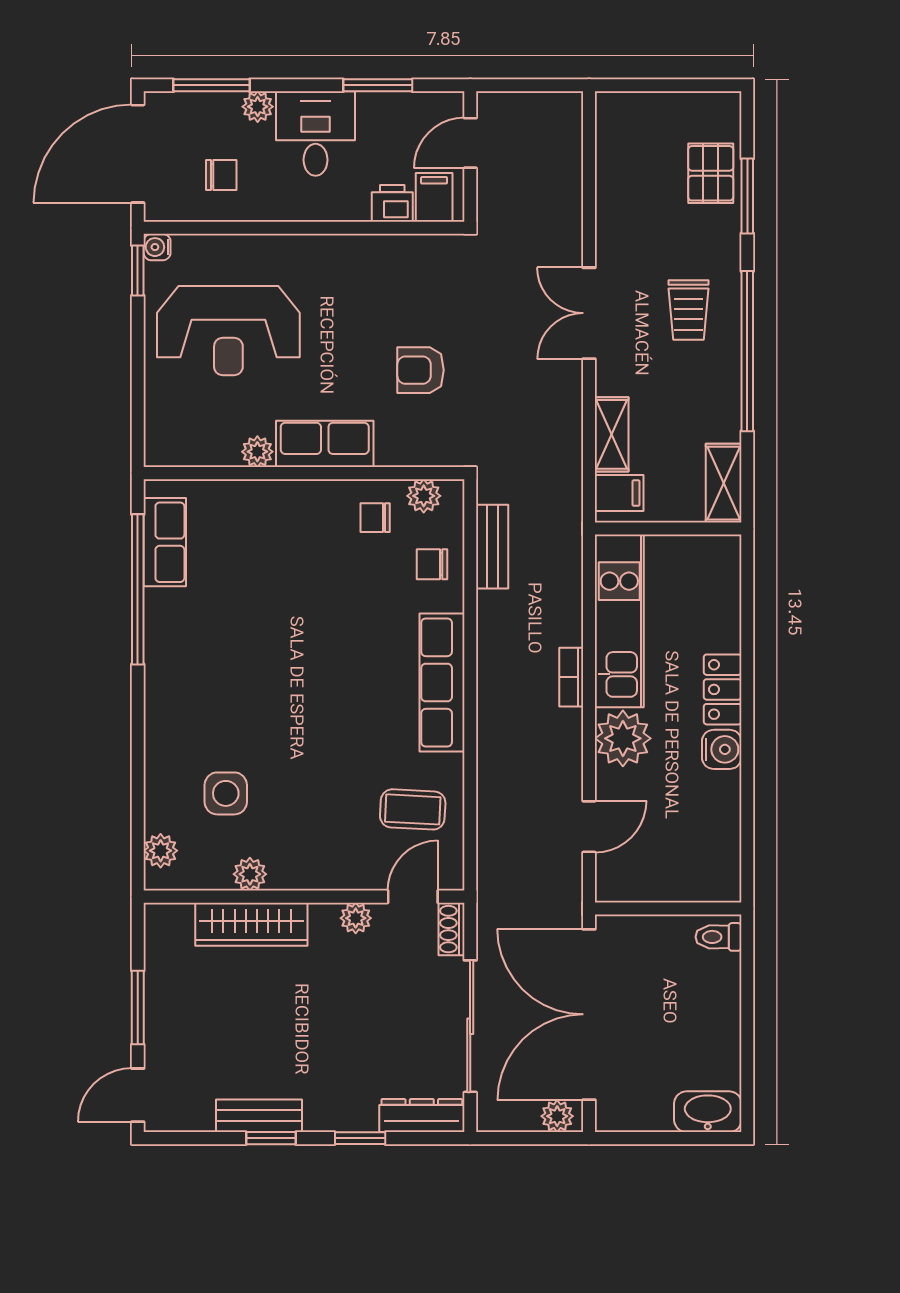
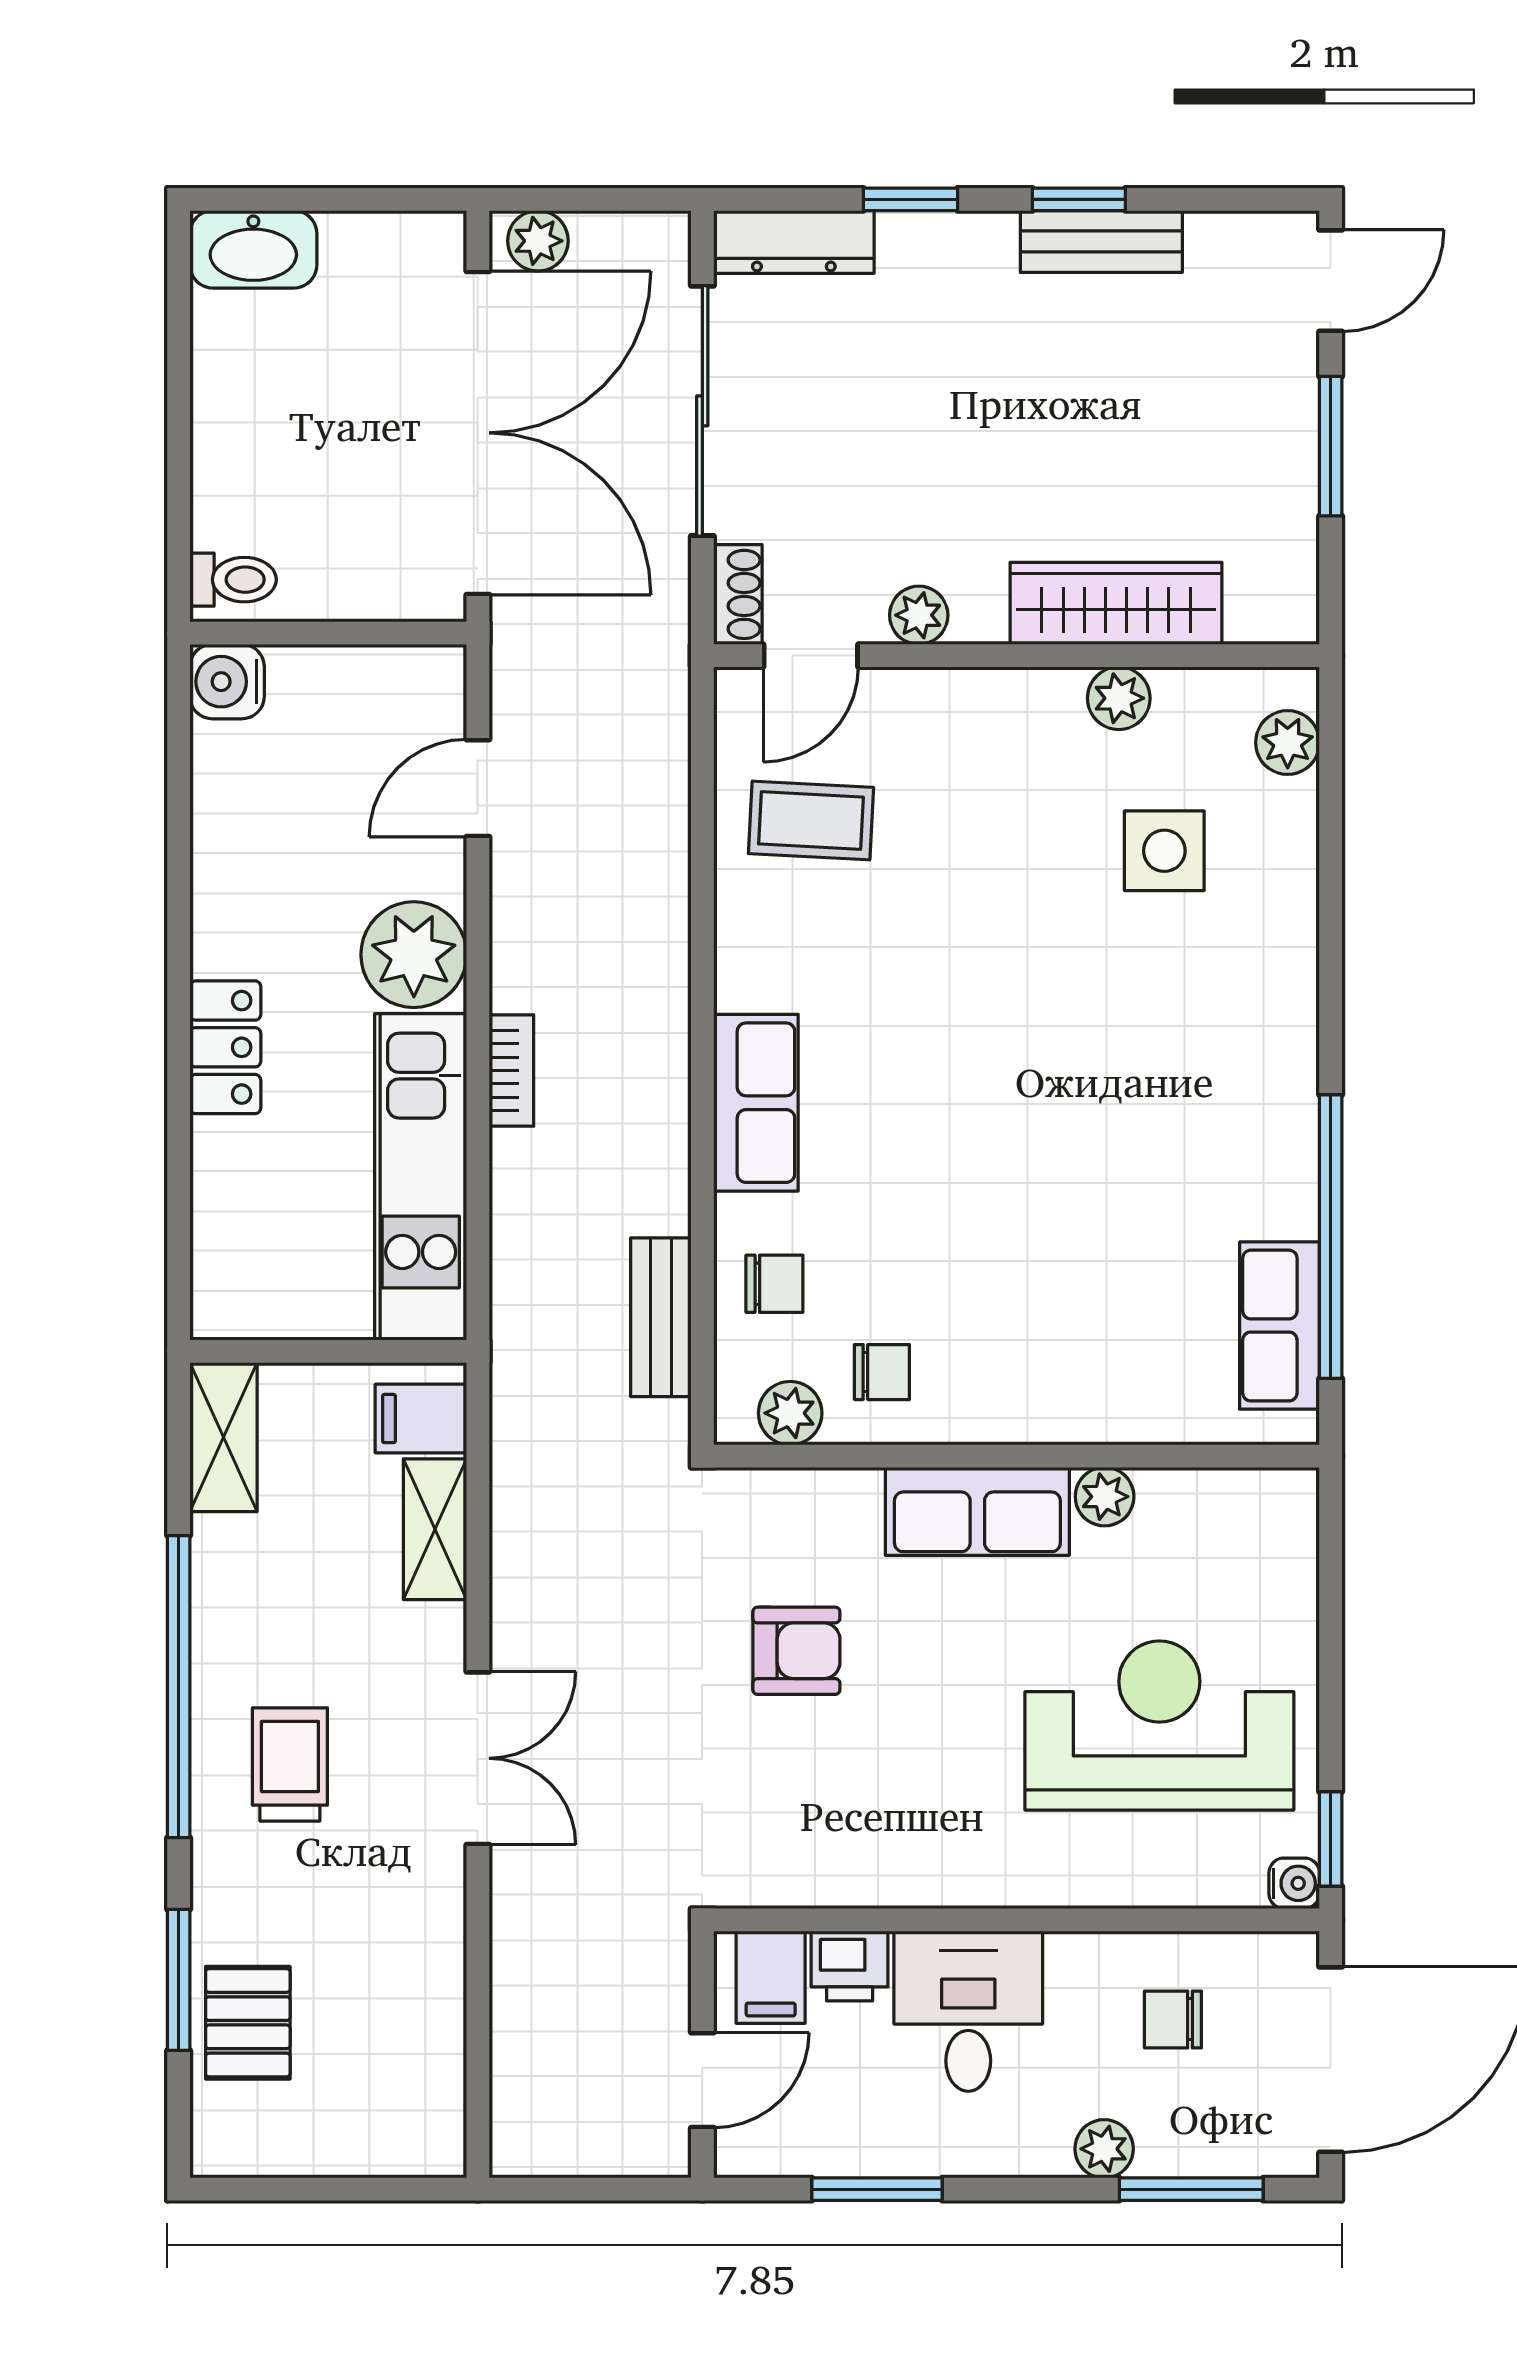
desk: (316, 134) -> (968, 2011), moved, turned 180
row of seats: (442, 683) -> (756, 1103), width x0.68
water cooler: (722, 749) -> (227, 682), moved

